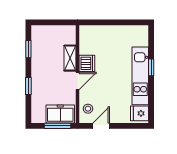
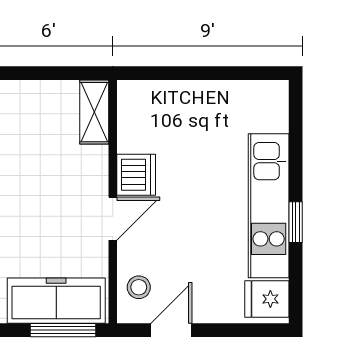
shelving: (70, 58) -> (94, 112), moved
window: (151, 67) -> (296, 222), moved
freezer: (60, 114) -> (56, 301), width x1.40

